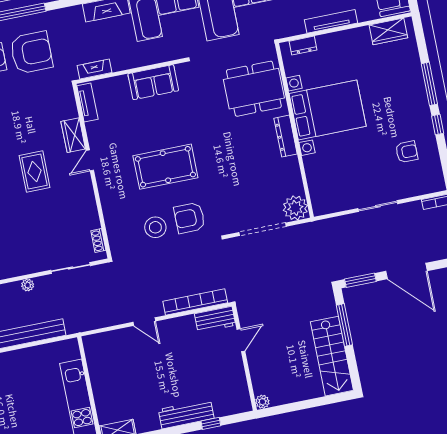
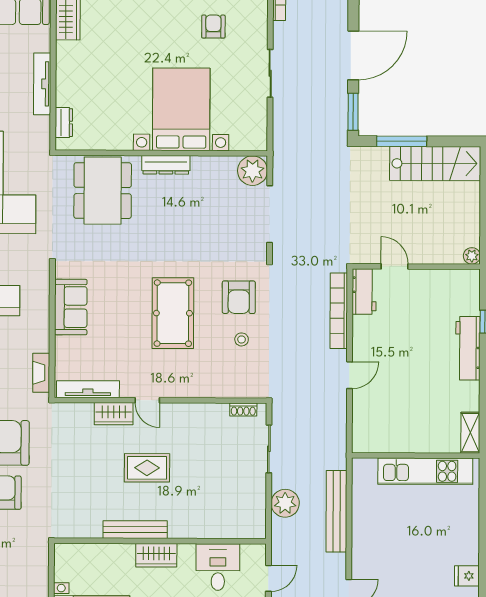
tv unit: (87, 103) -> (88, 389), width x1.41
bed with nightstands: (328, 110) -> (181, 109), moved
stool: (155, 227) -> (242, 339), width x0.53, depth x0.53
plant: (28, 285) -> (285, 503), width x1.87, depth x1.87

